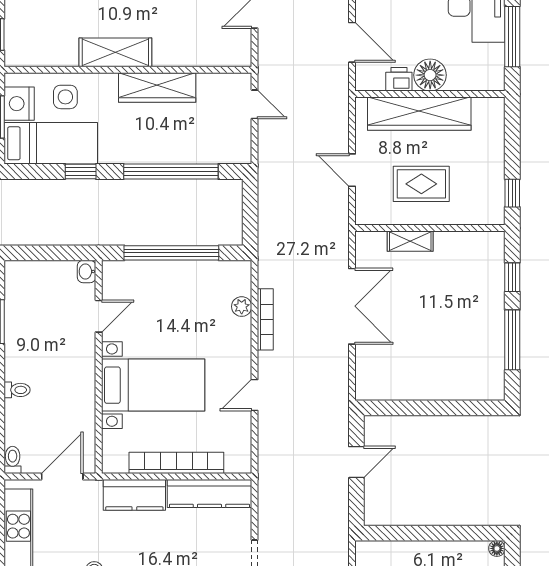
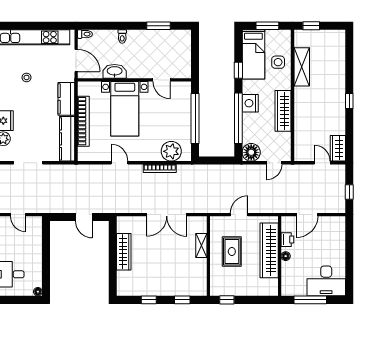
shelving: (115, 52) -> (302, 67), moved
floor lamp: (430, 75) -> (286, 256), width x0.53, depth x0.53
nightstand: (19, 104) -> (250, 103), moved, turned -90
floor lamp: (235, 147) -> (251, 152), added
washbasin: (87, 271) -> (115, 71), moved, width x1.91, depth x1.45
plant: (242, 307) -> (171, 151), width x1.87, depth x1.87
window: (512, 340) -> (149, 300), width x0.46
wardrobe: (422, 387) -> (124, 252), added

